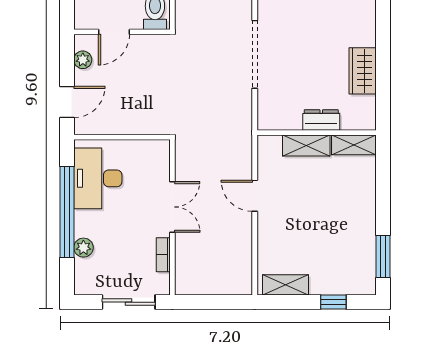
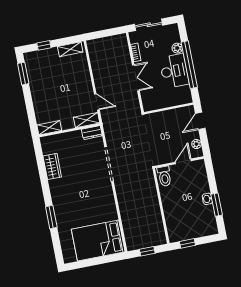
dresser: (321, 120) -> (92, 133), moved
shelving: (306, 145) -> (87, 120), moved
desk: (98, 178) -> (174, 71), moved
door: (255, 196) -> (97, 102), moved
double door: (172, 207) -> (136, 78), swing flipped

